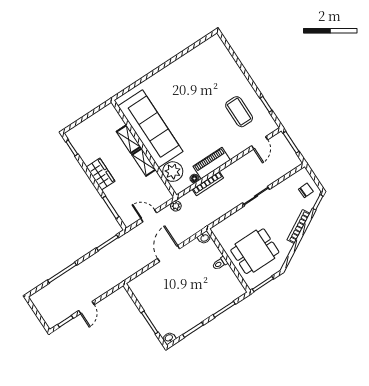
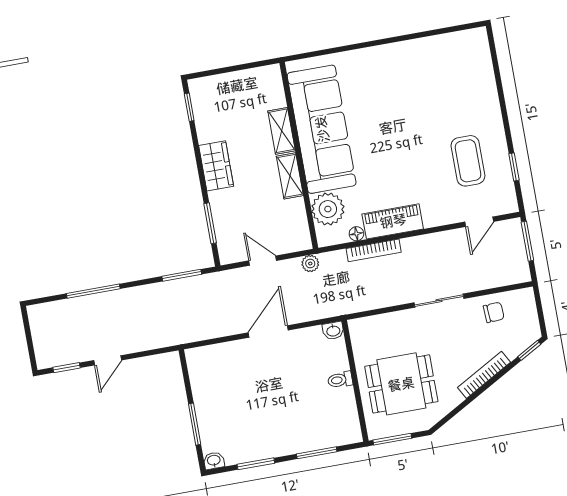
chair: (306, 190) -> (494, 312), moved

